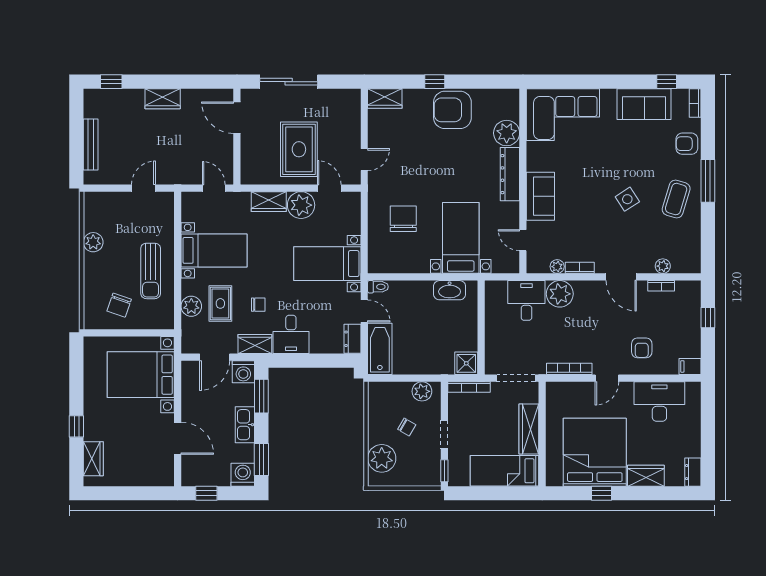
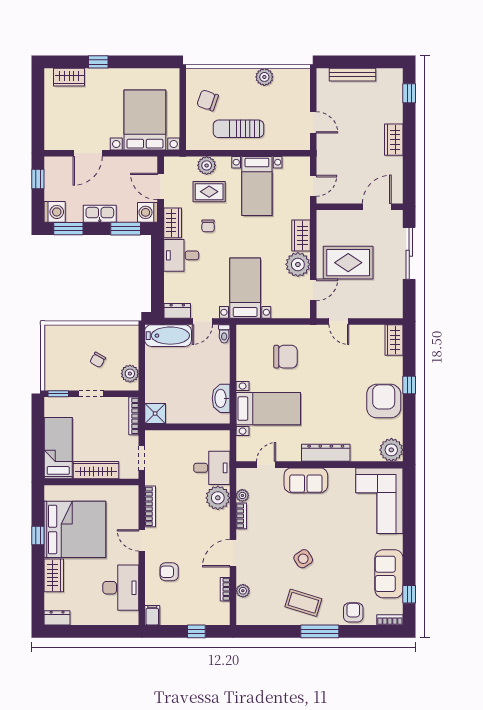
plant: (507, 133) -> (391, 450), moved
doorway: (516, 378) -> (142, 458), width x0.73
plant: (382, 458) -> (69, 337), removed

